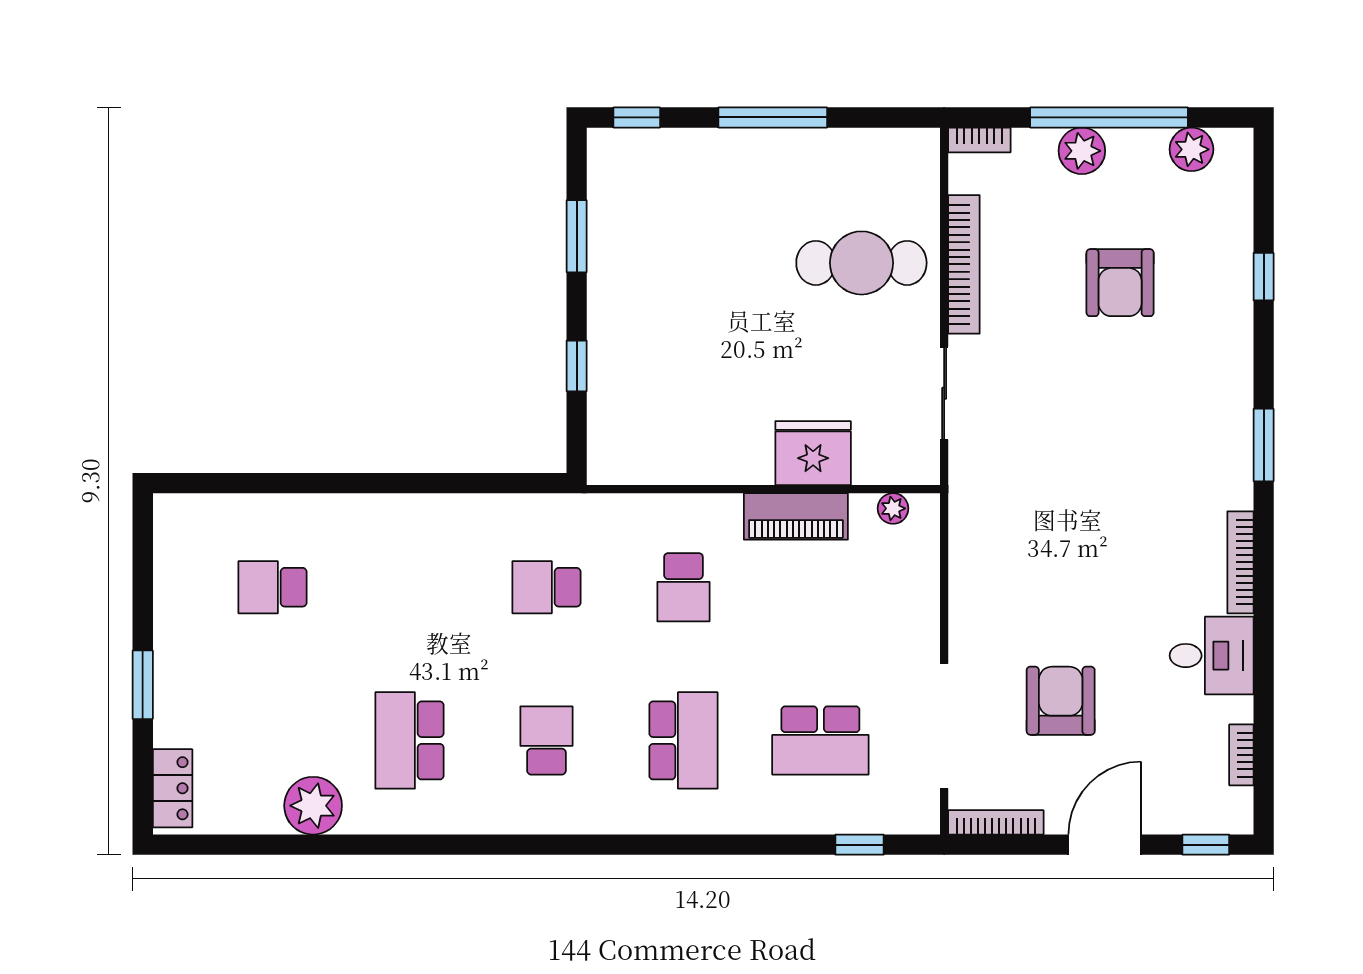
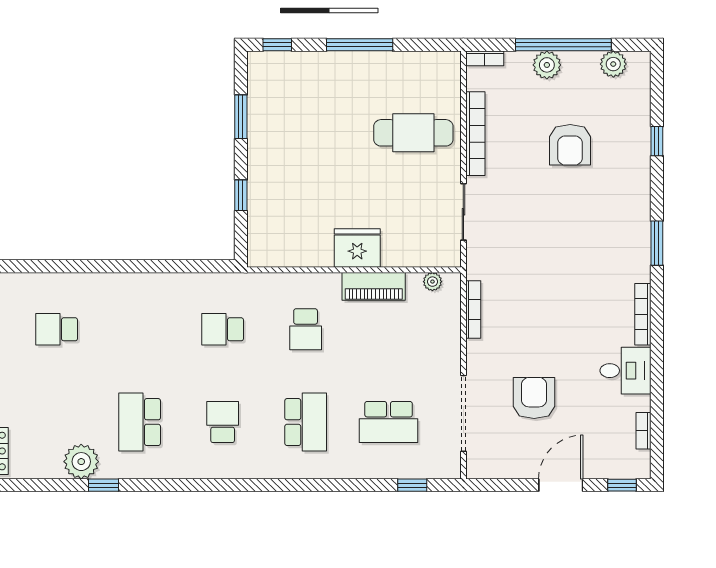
fridge: (813, 453) -> (357, 248), moved
bookcase: (996, 822) -> (473, 310), moved, turned 90
window: (350, 845) -> (104, 485), added

